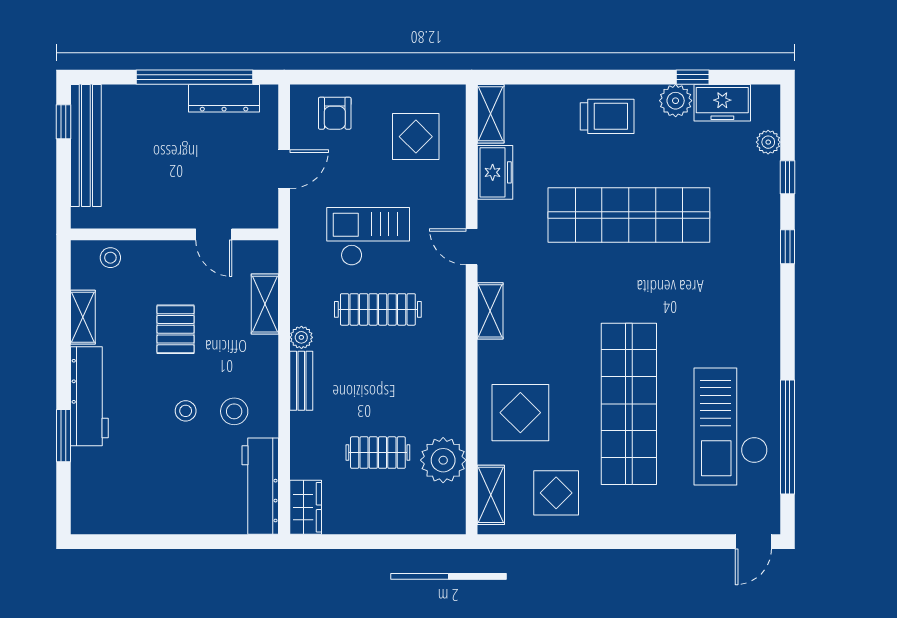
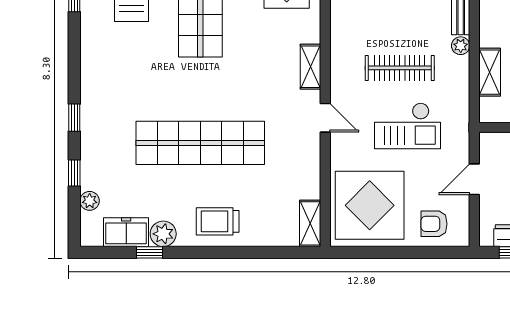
armchair: (335, 113) -> (434, 224), turned -90
display table: (416, 137) -> (370, 205), width x1.86, depth x1.86
freezer: (495, 172) -> (307, 177), removed

